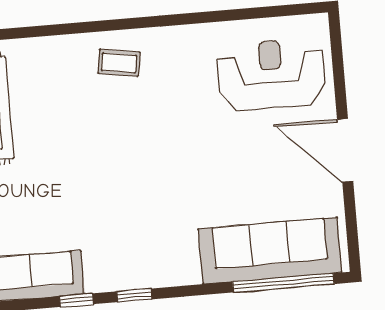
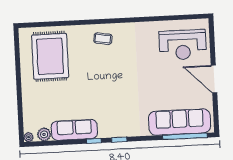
coffee table: (119, 63) -> (103, 39), moved
reception desk: (271, 75) -> (183, 45), turned 180

